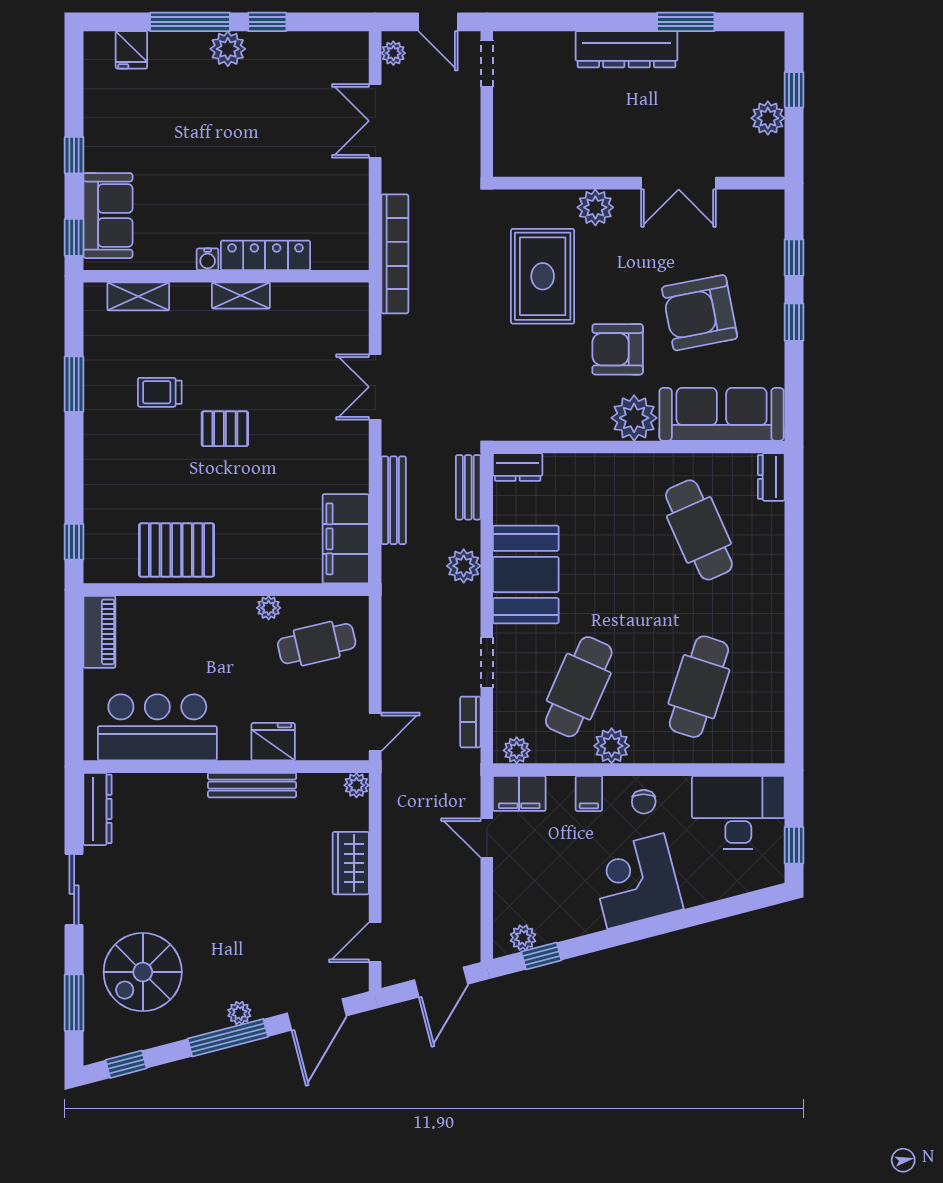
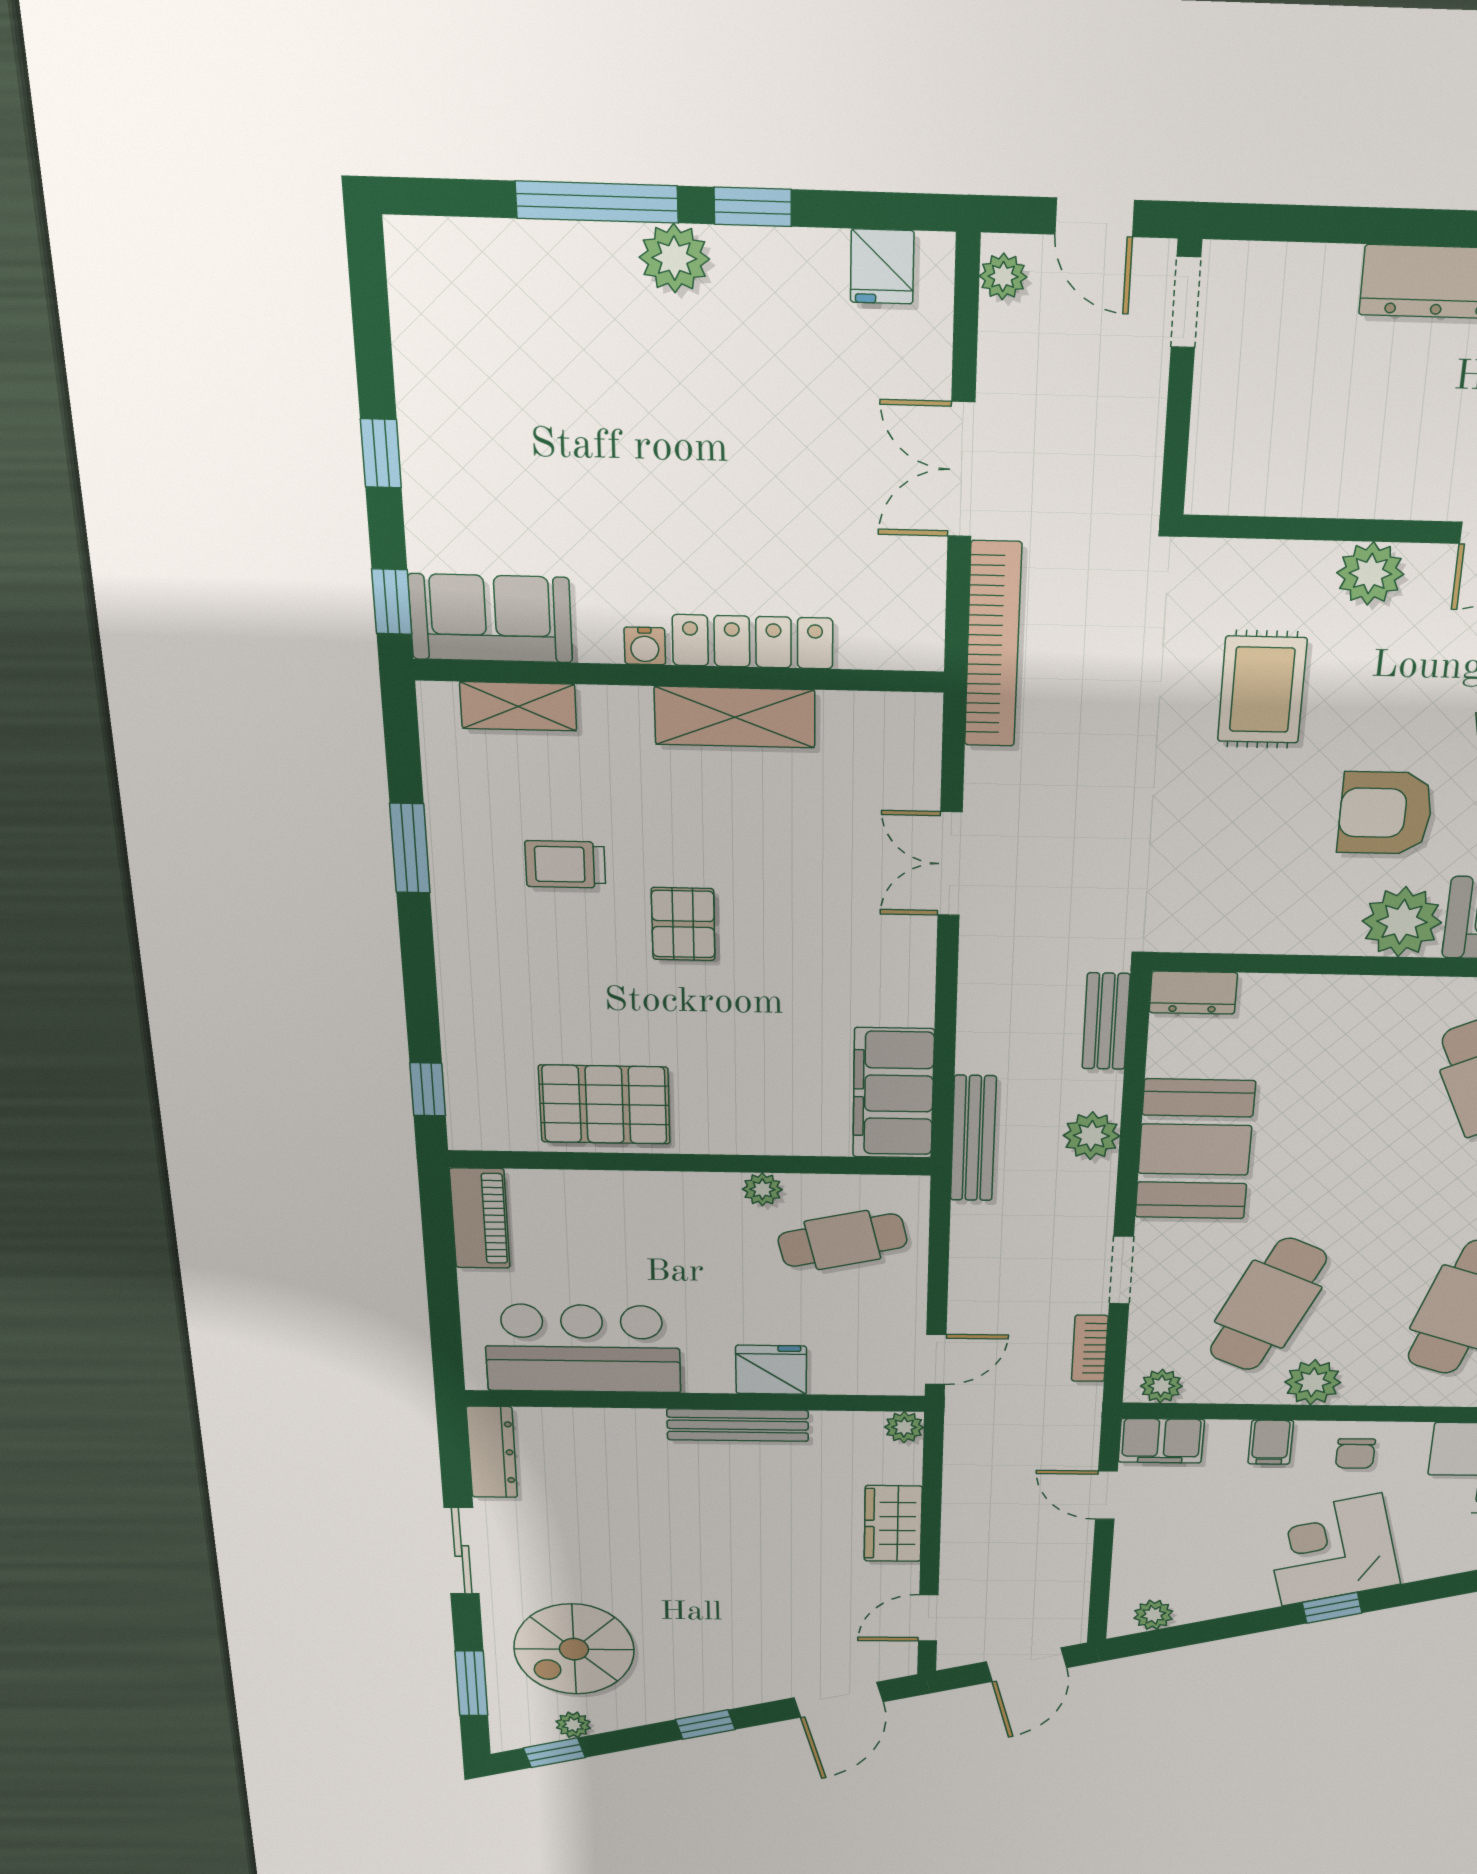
fridge: (131, 50) -> (882, 267), moved
double door: (375, 121) -> (961, 470), moved
sofa: (108, 216) -> (491, 618), moved, turned -90
rug: (543, 276) -> (1262, 690), width x0.73, depth x0.70
shelving: (241, 296) -> (735, 717), width x1.50, depth x1.33
pallet: (225, 429) -> (683, 924), turned 90
bench: (394, 500) -> (973, 1138), moved
window: (541, 956) -> (1332, 1608), moved
plant: (239, 1013) -> (573, 1725), moved
window: (228, 1038) -> (705, 1725), width x0.46

